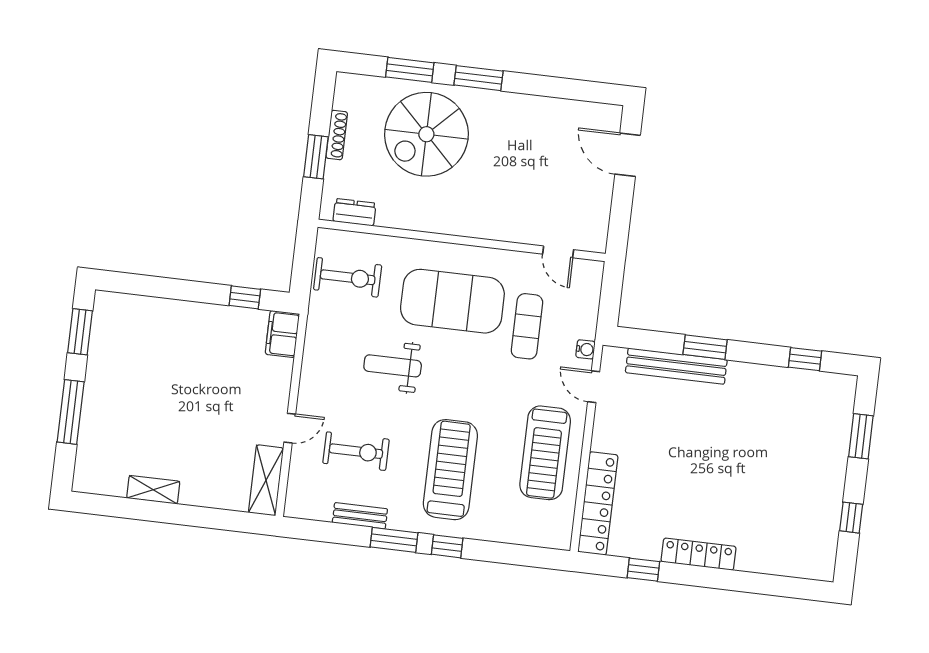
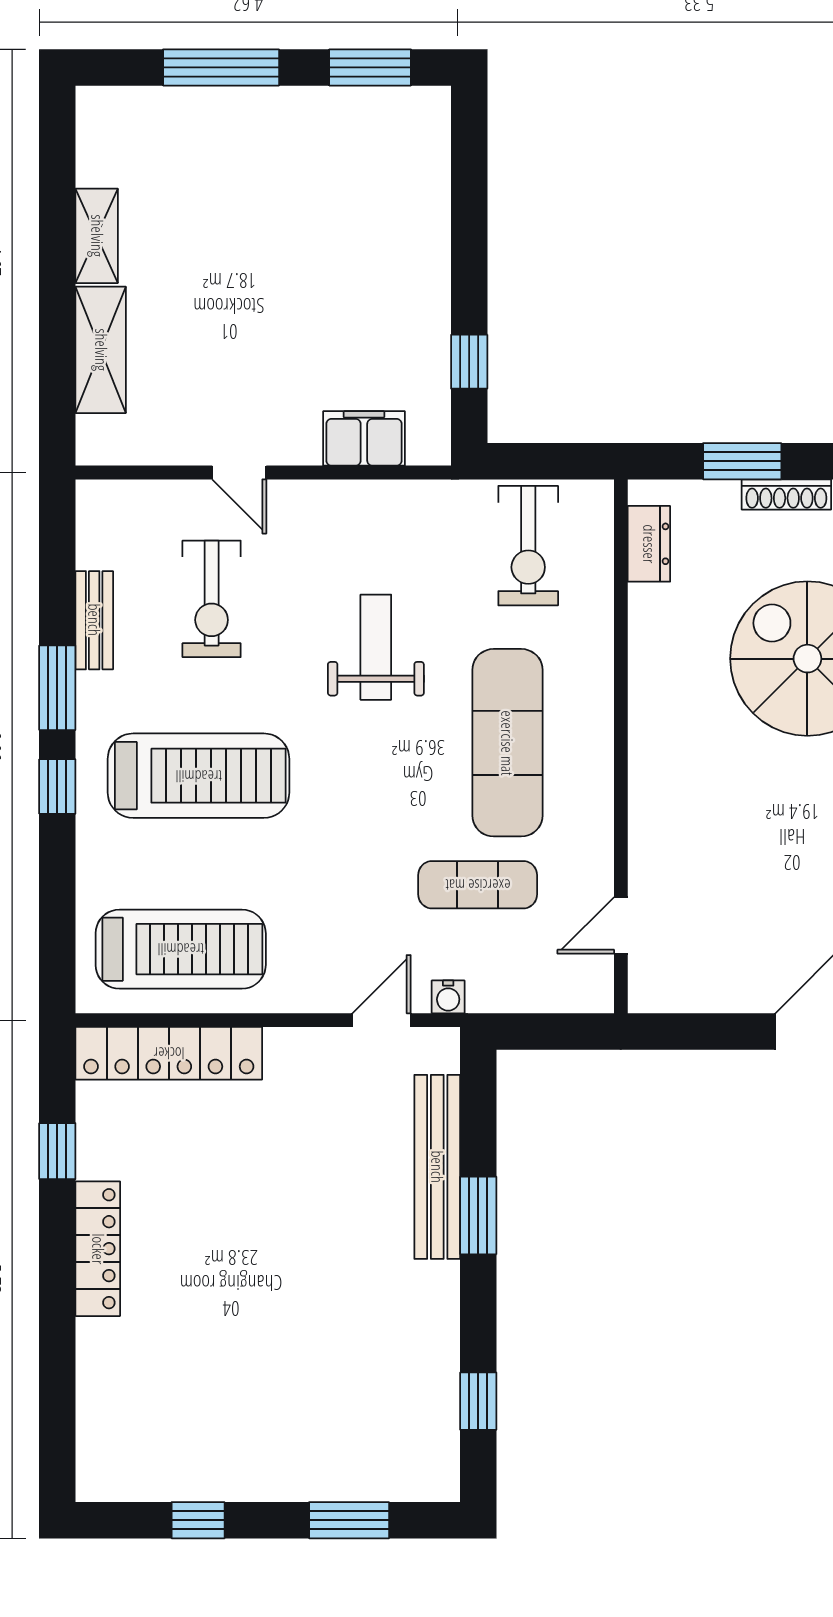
exercise mat: (452, 301) -> (507, 743), width x0.68
filing cabinet: (282, 334) -> (364, 438), moved
treadmill: (545, 453) -> (181, 949), moved, turned 180
shelving: (266, 480) -> (101, 350), moved, turned 90

